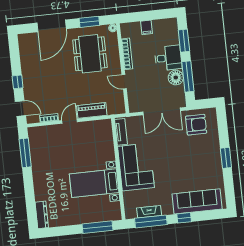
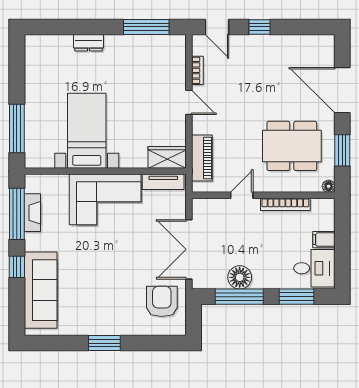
desk: (168, 58) -> (314, 268), moved, turned -90
door: (20, 108) -> (217, 27), hinge flipped
piano: (92, 110) -> (202, 158), moved
armchair: (196, 125) -> (162, 301), turned 180
wardrobe: (105, 131) -> (167, 157), added
dresser: (42, 215) -> (88, 43), moved, width x0.70

